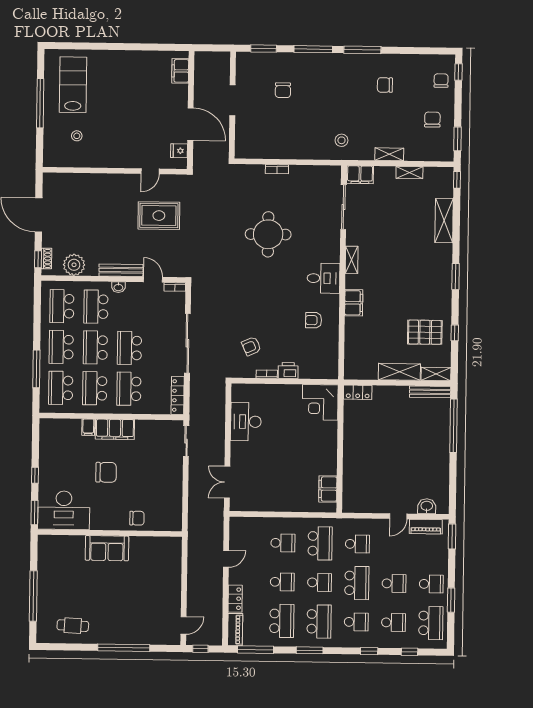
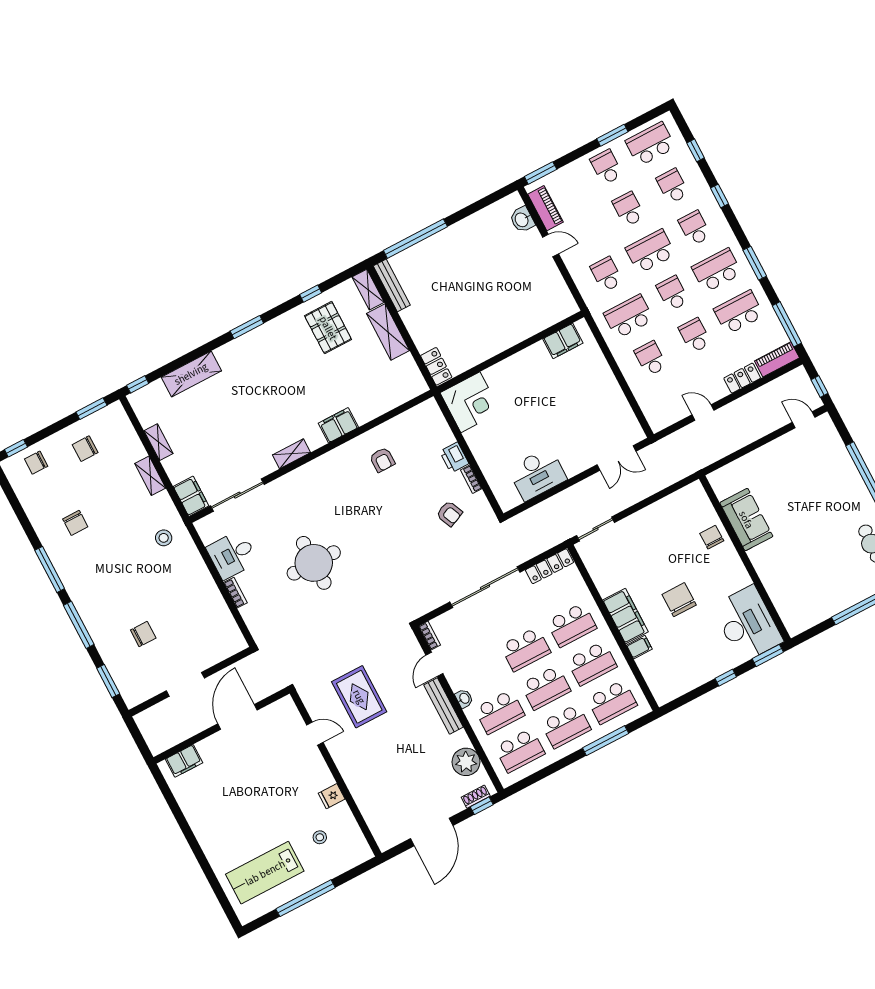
fridge: (179, 151) -> (332, 796), moved, turned 90
desk: (323, 278) -> (232, 555), moved, turned -90
sofa: (107, 548) -> (746, 520), moved

